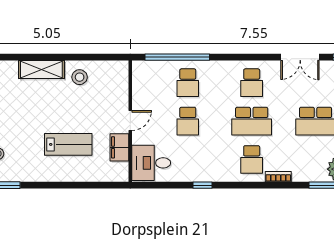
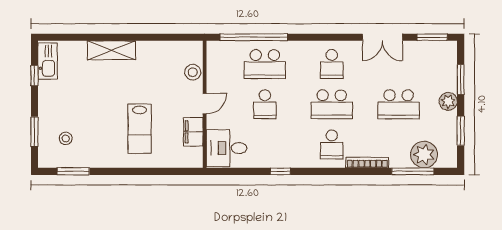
stool: (80, 77) -> (193, 72), moved
school desk: (188, 83) -> (265, 64), width x1.85
lab bench: (68, 144) -> (140, 129), turned 90
bookcase: (278, 177) -> (367, 162), width x1.56

